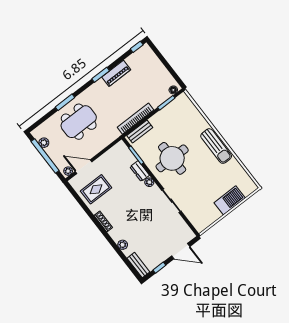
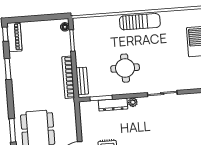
piano: (116, 73) -> (14, 37), moved
window: (101, 75) -> (8, 69), moved
round table: (172, 158) -> (125, 68), width x0.73, depth x0.73
dresser: (140, 171) -> (113, 105), width x1.44

